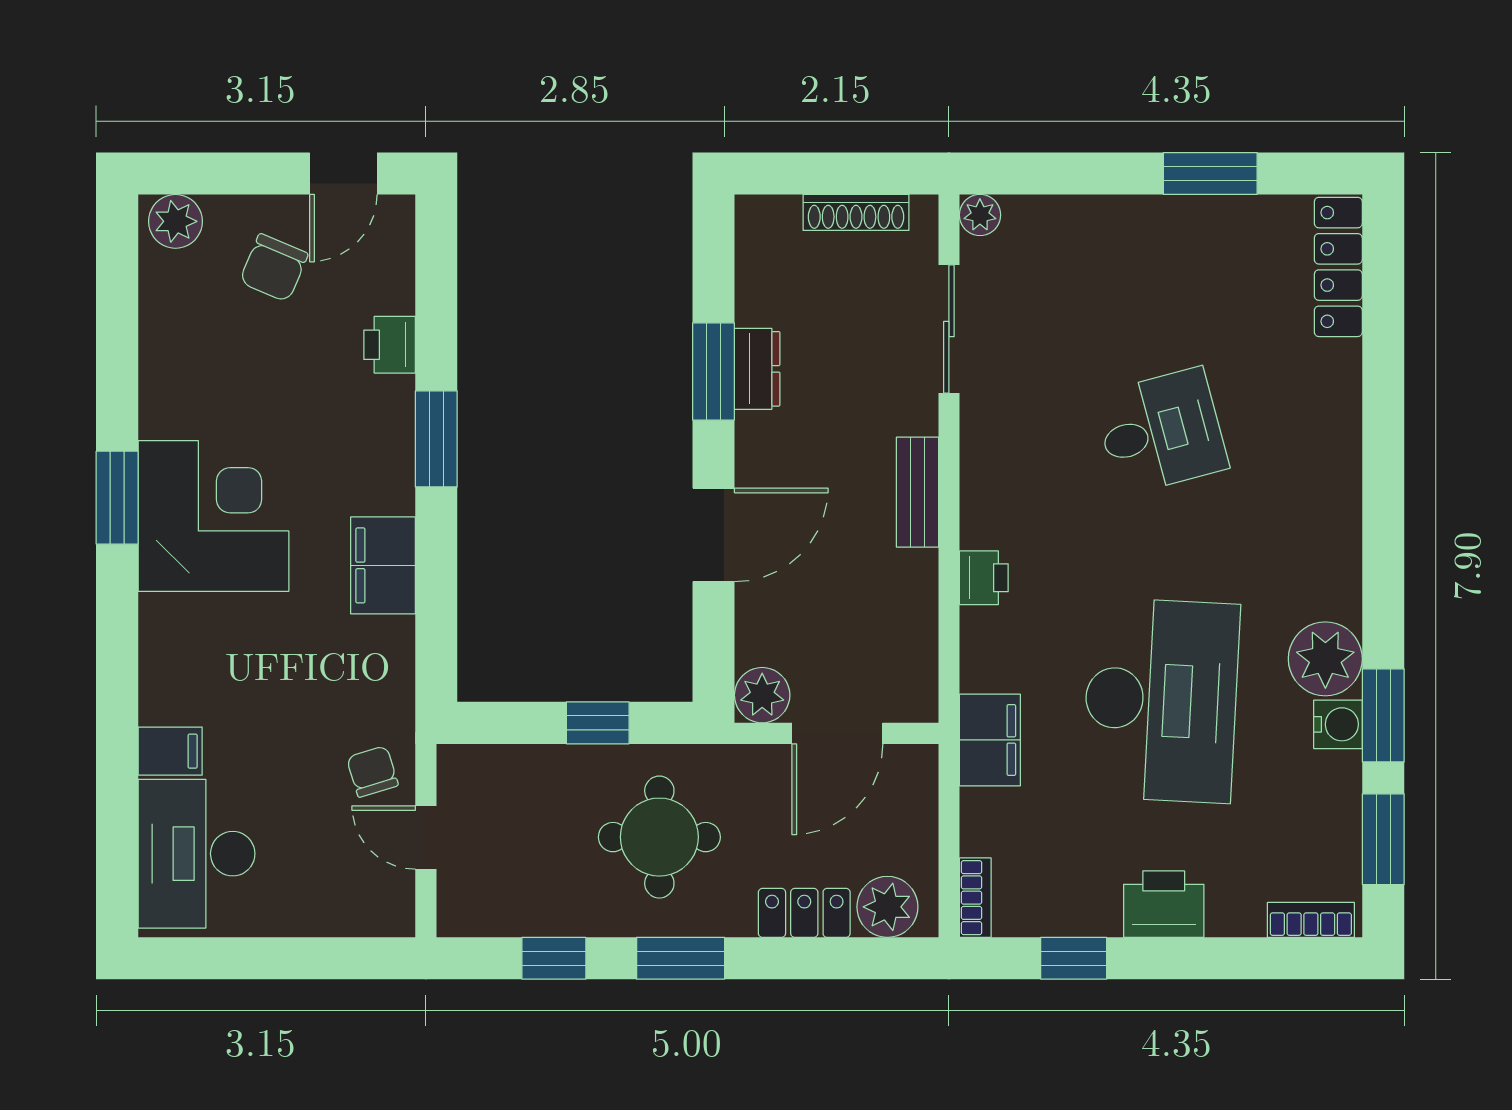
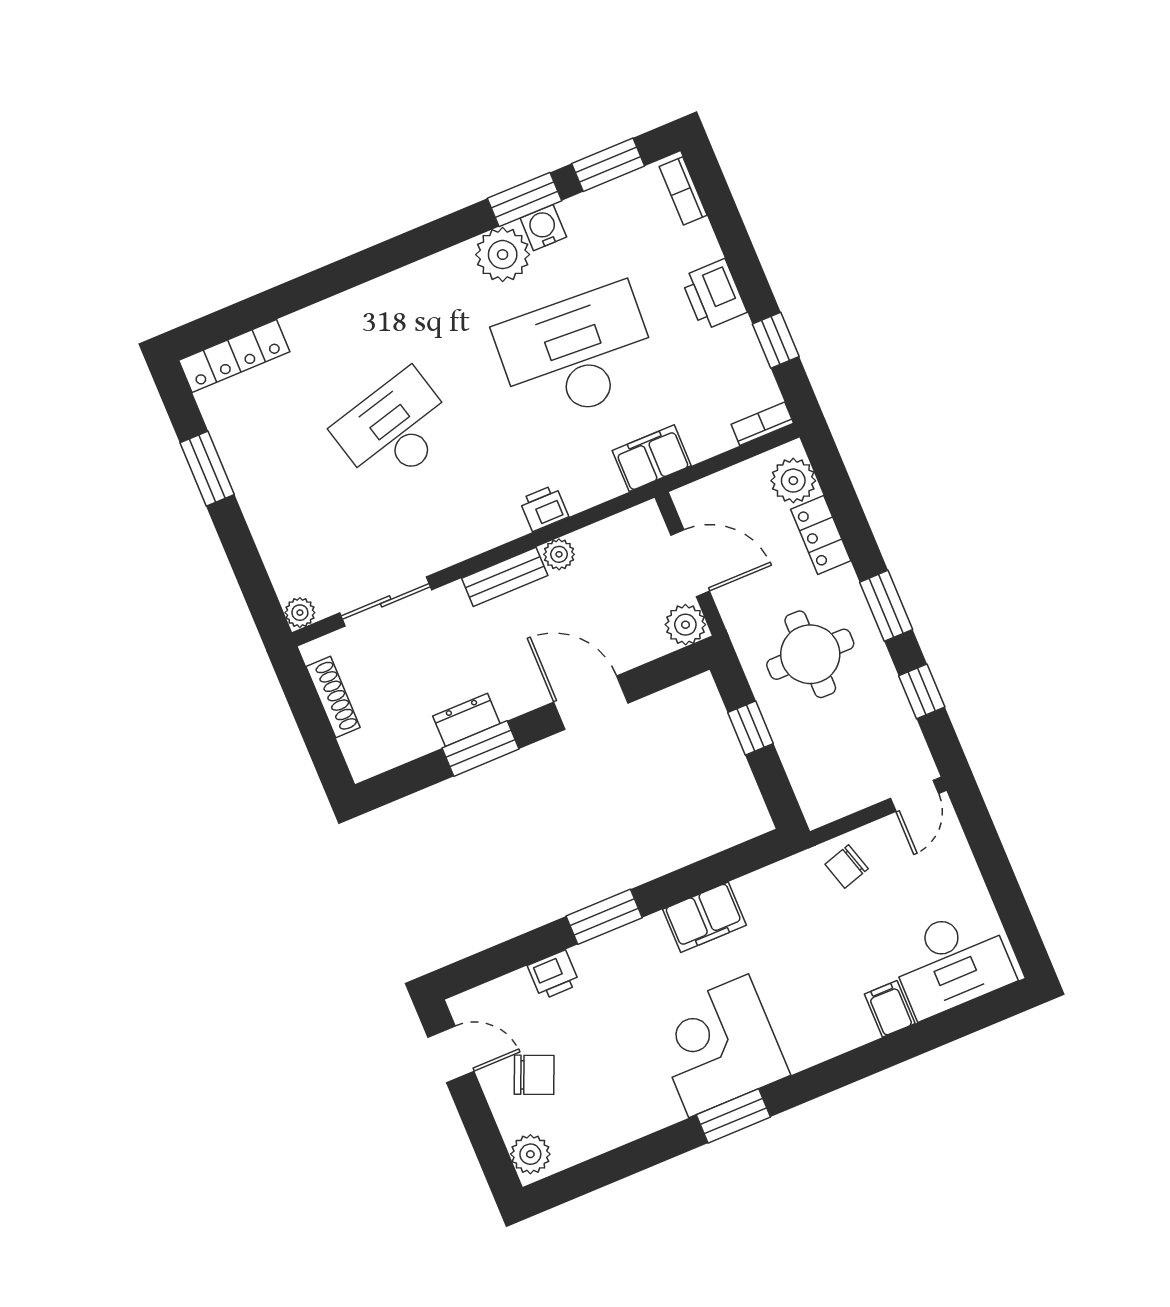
desk: (1161, 432) -> (395, 429), width x1.37
plant: (917, 573) -> (559, 554), added
door: (426, 837) -> (914, 796), moved

